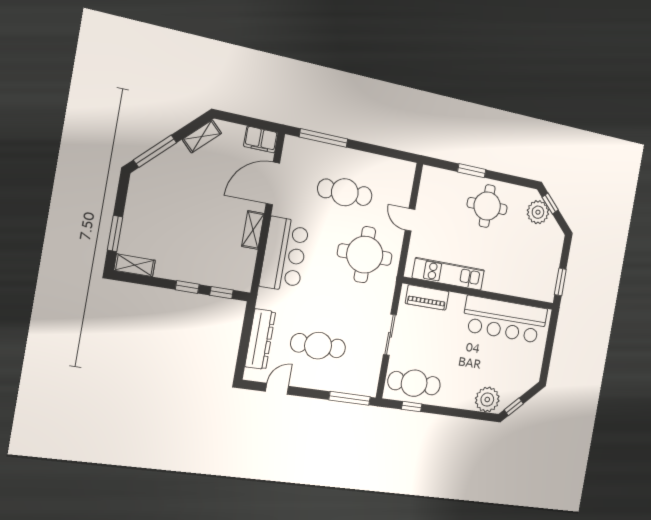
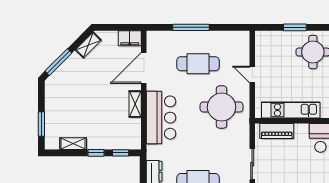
window: (324, 138) -> (191, 27), moved
shelving: (135, 265) -> (73, 144), moved

